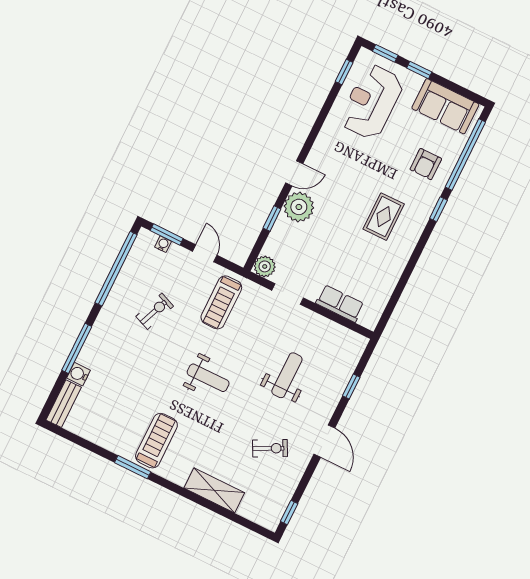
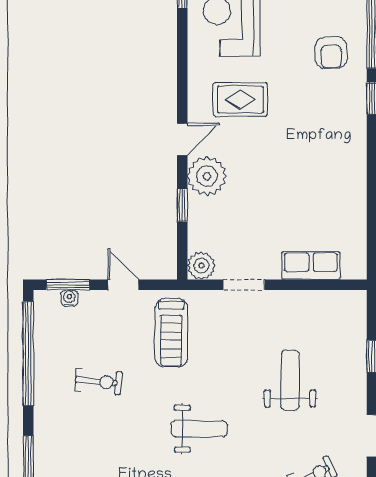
rug: (384, 217) -> (240, 99), moved, turned 90
exercise bike: (155, 311) -> (98, 381), turned 73

